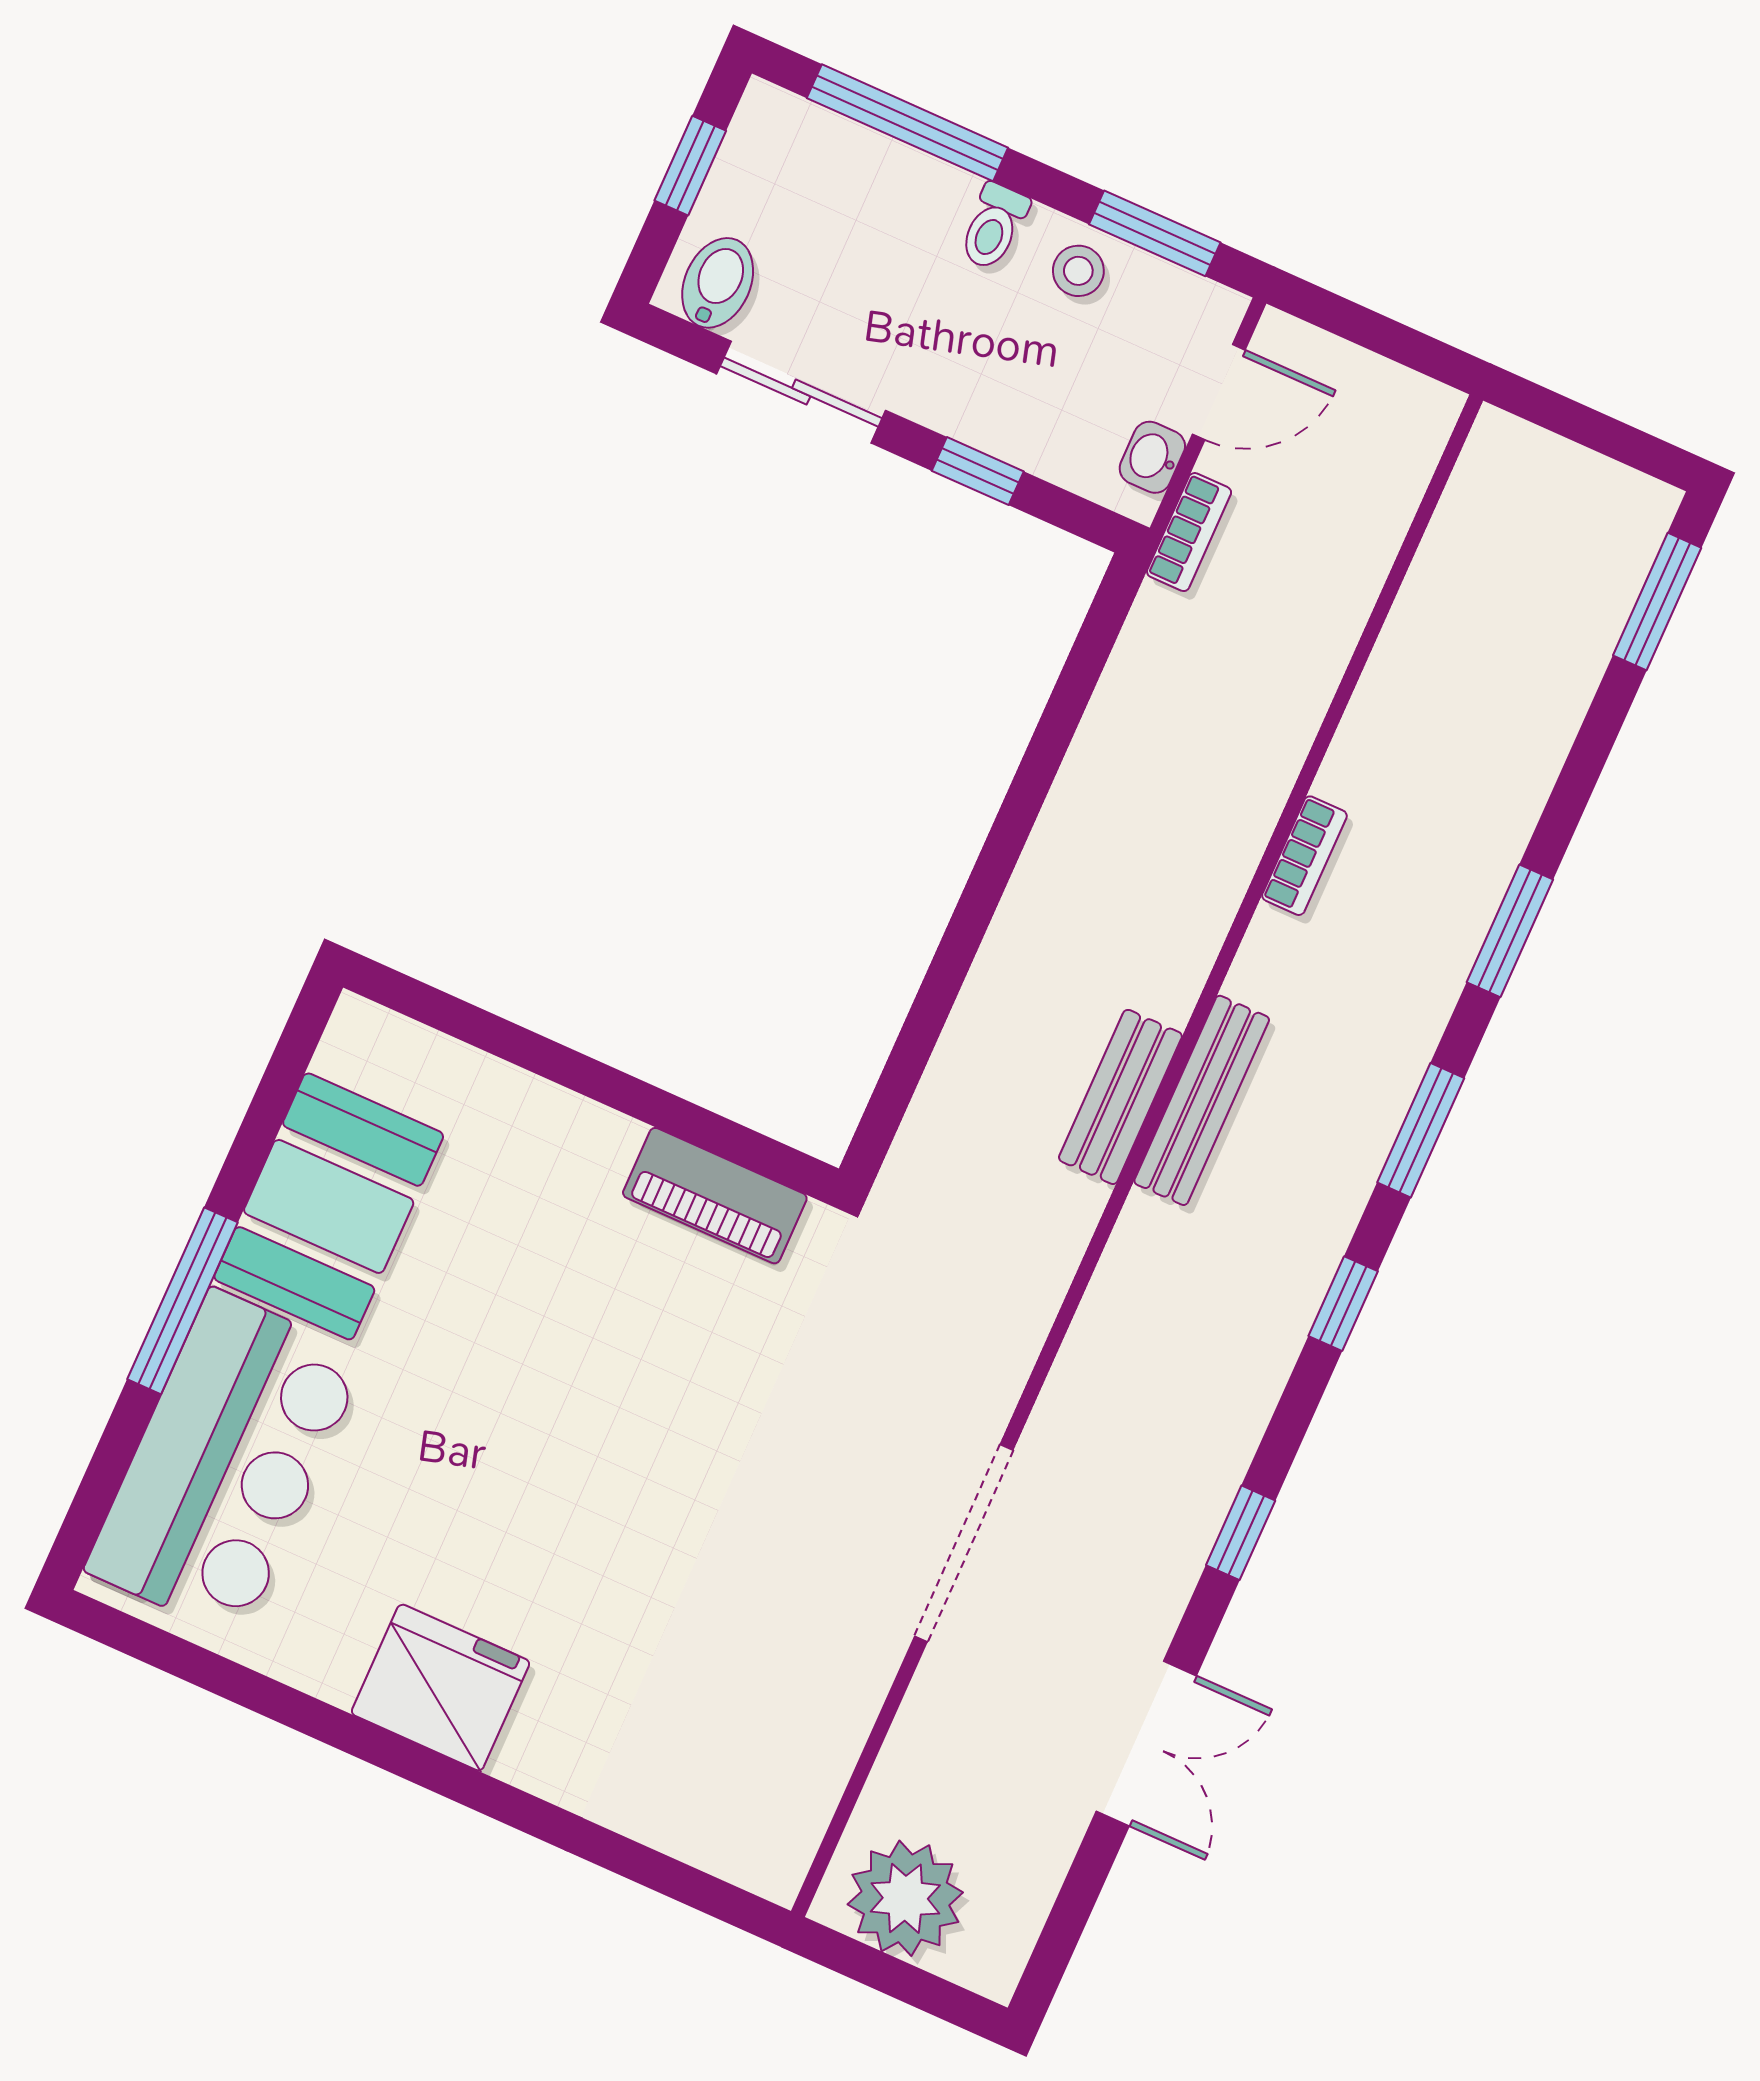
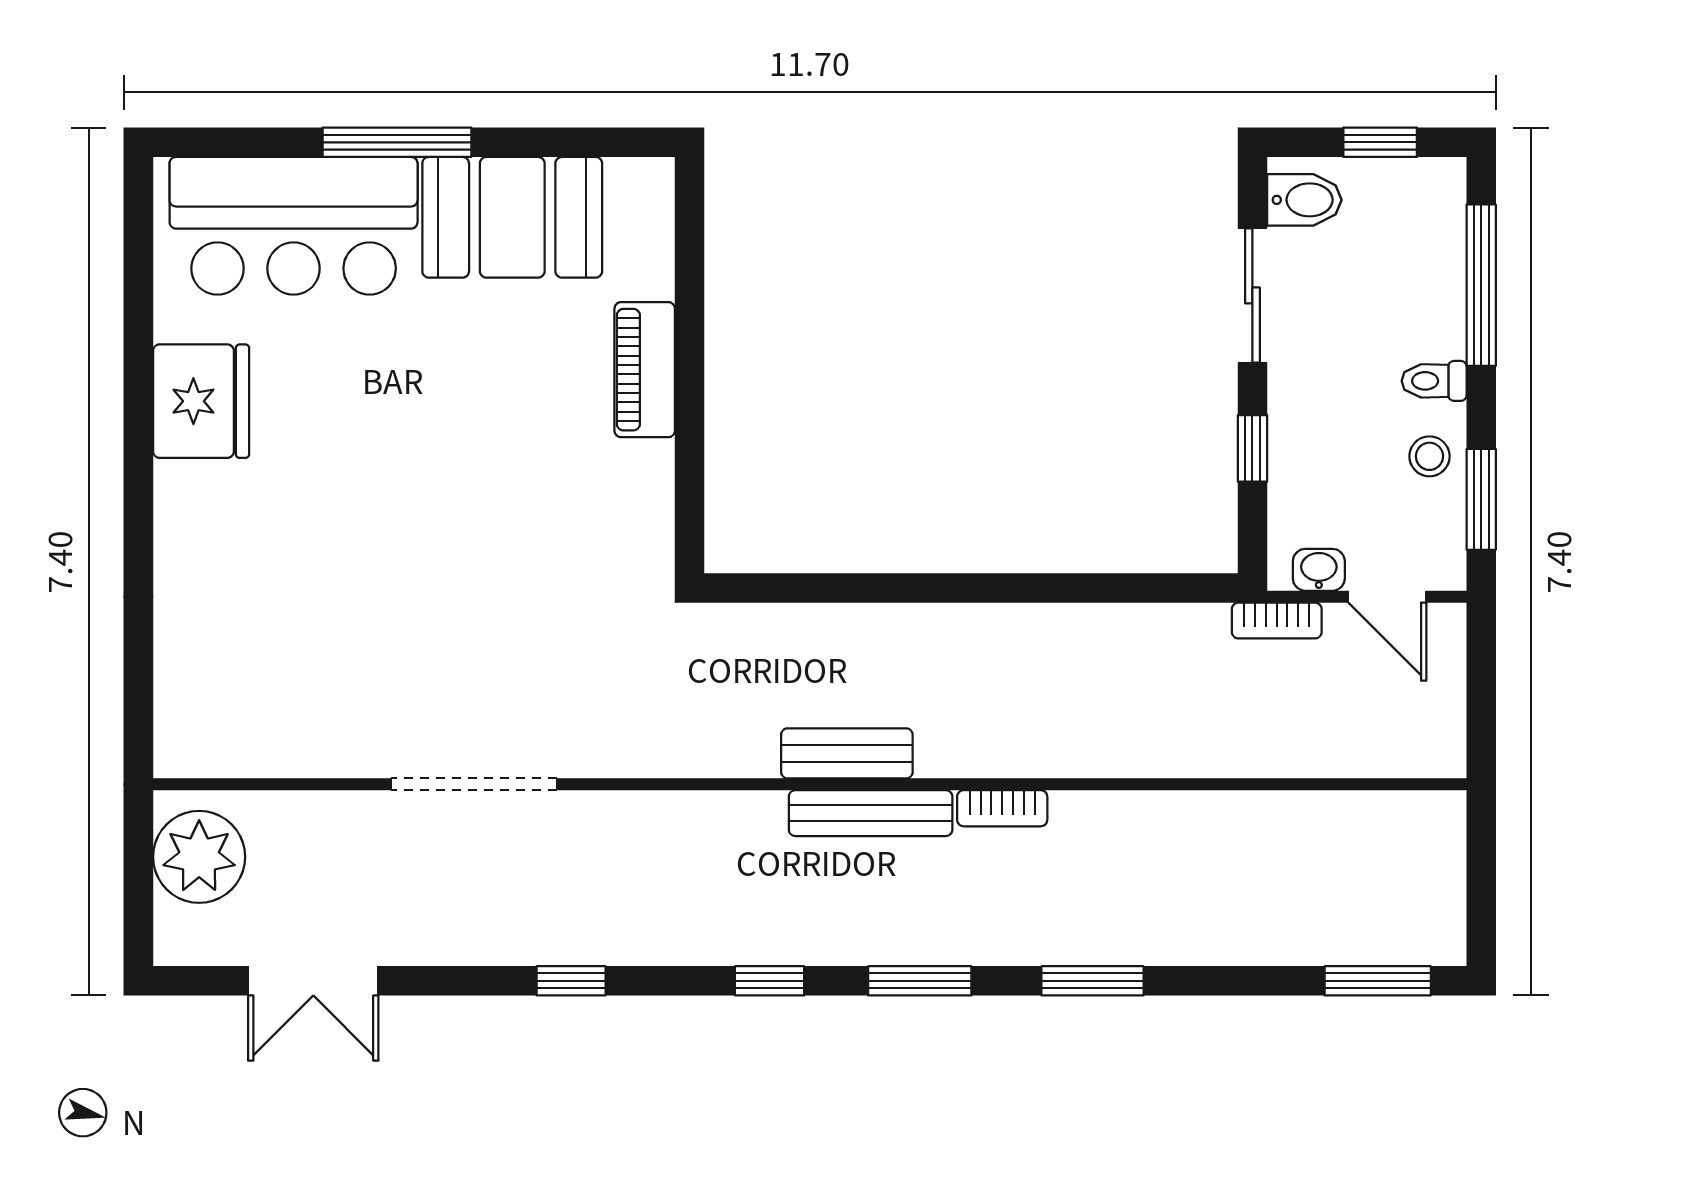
bookcase: (1304, 856) -> (1002, 808), moved
piano: (715, 1196) -> (645, 370), moved
fridge: (440, 1688) -> (201, 401), moved
double door: (1146, 1744) -> (313, 981), moved

